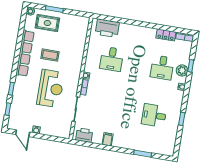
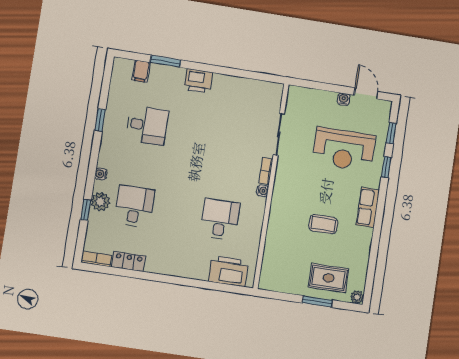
row of seats: (25, 53) -> (368, 207), width x0.50
reception desk: (51, 88) -> (344, 149), moved, turned -90
printer: (84, 135) -> (198, 81), moved
filing cabinet: (108, 139) -> (141, 71), moved

